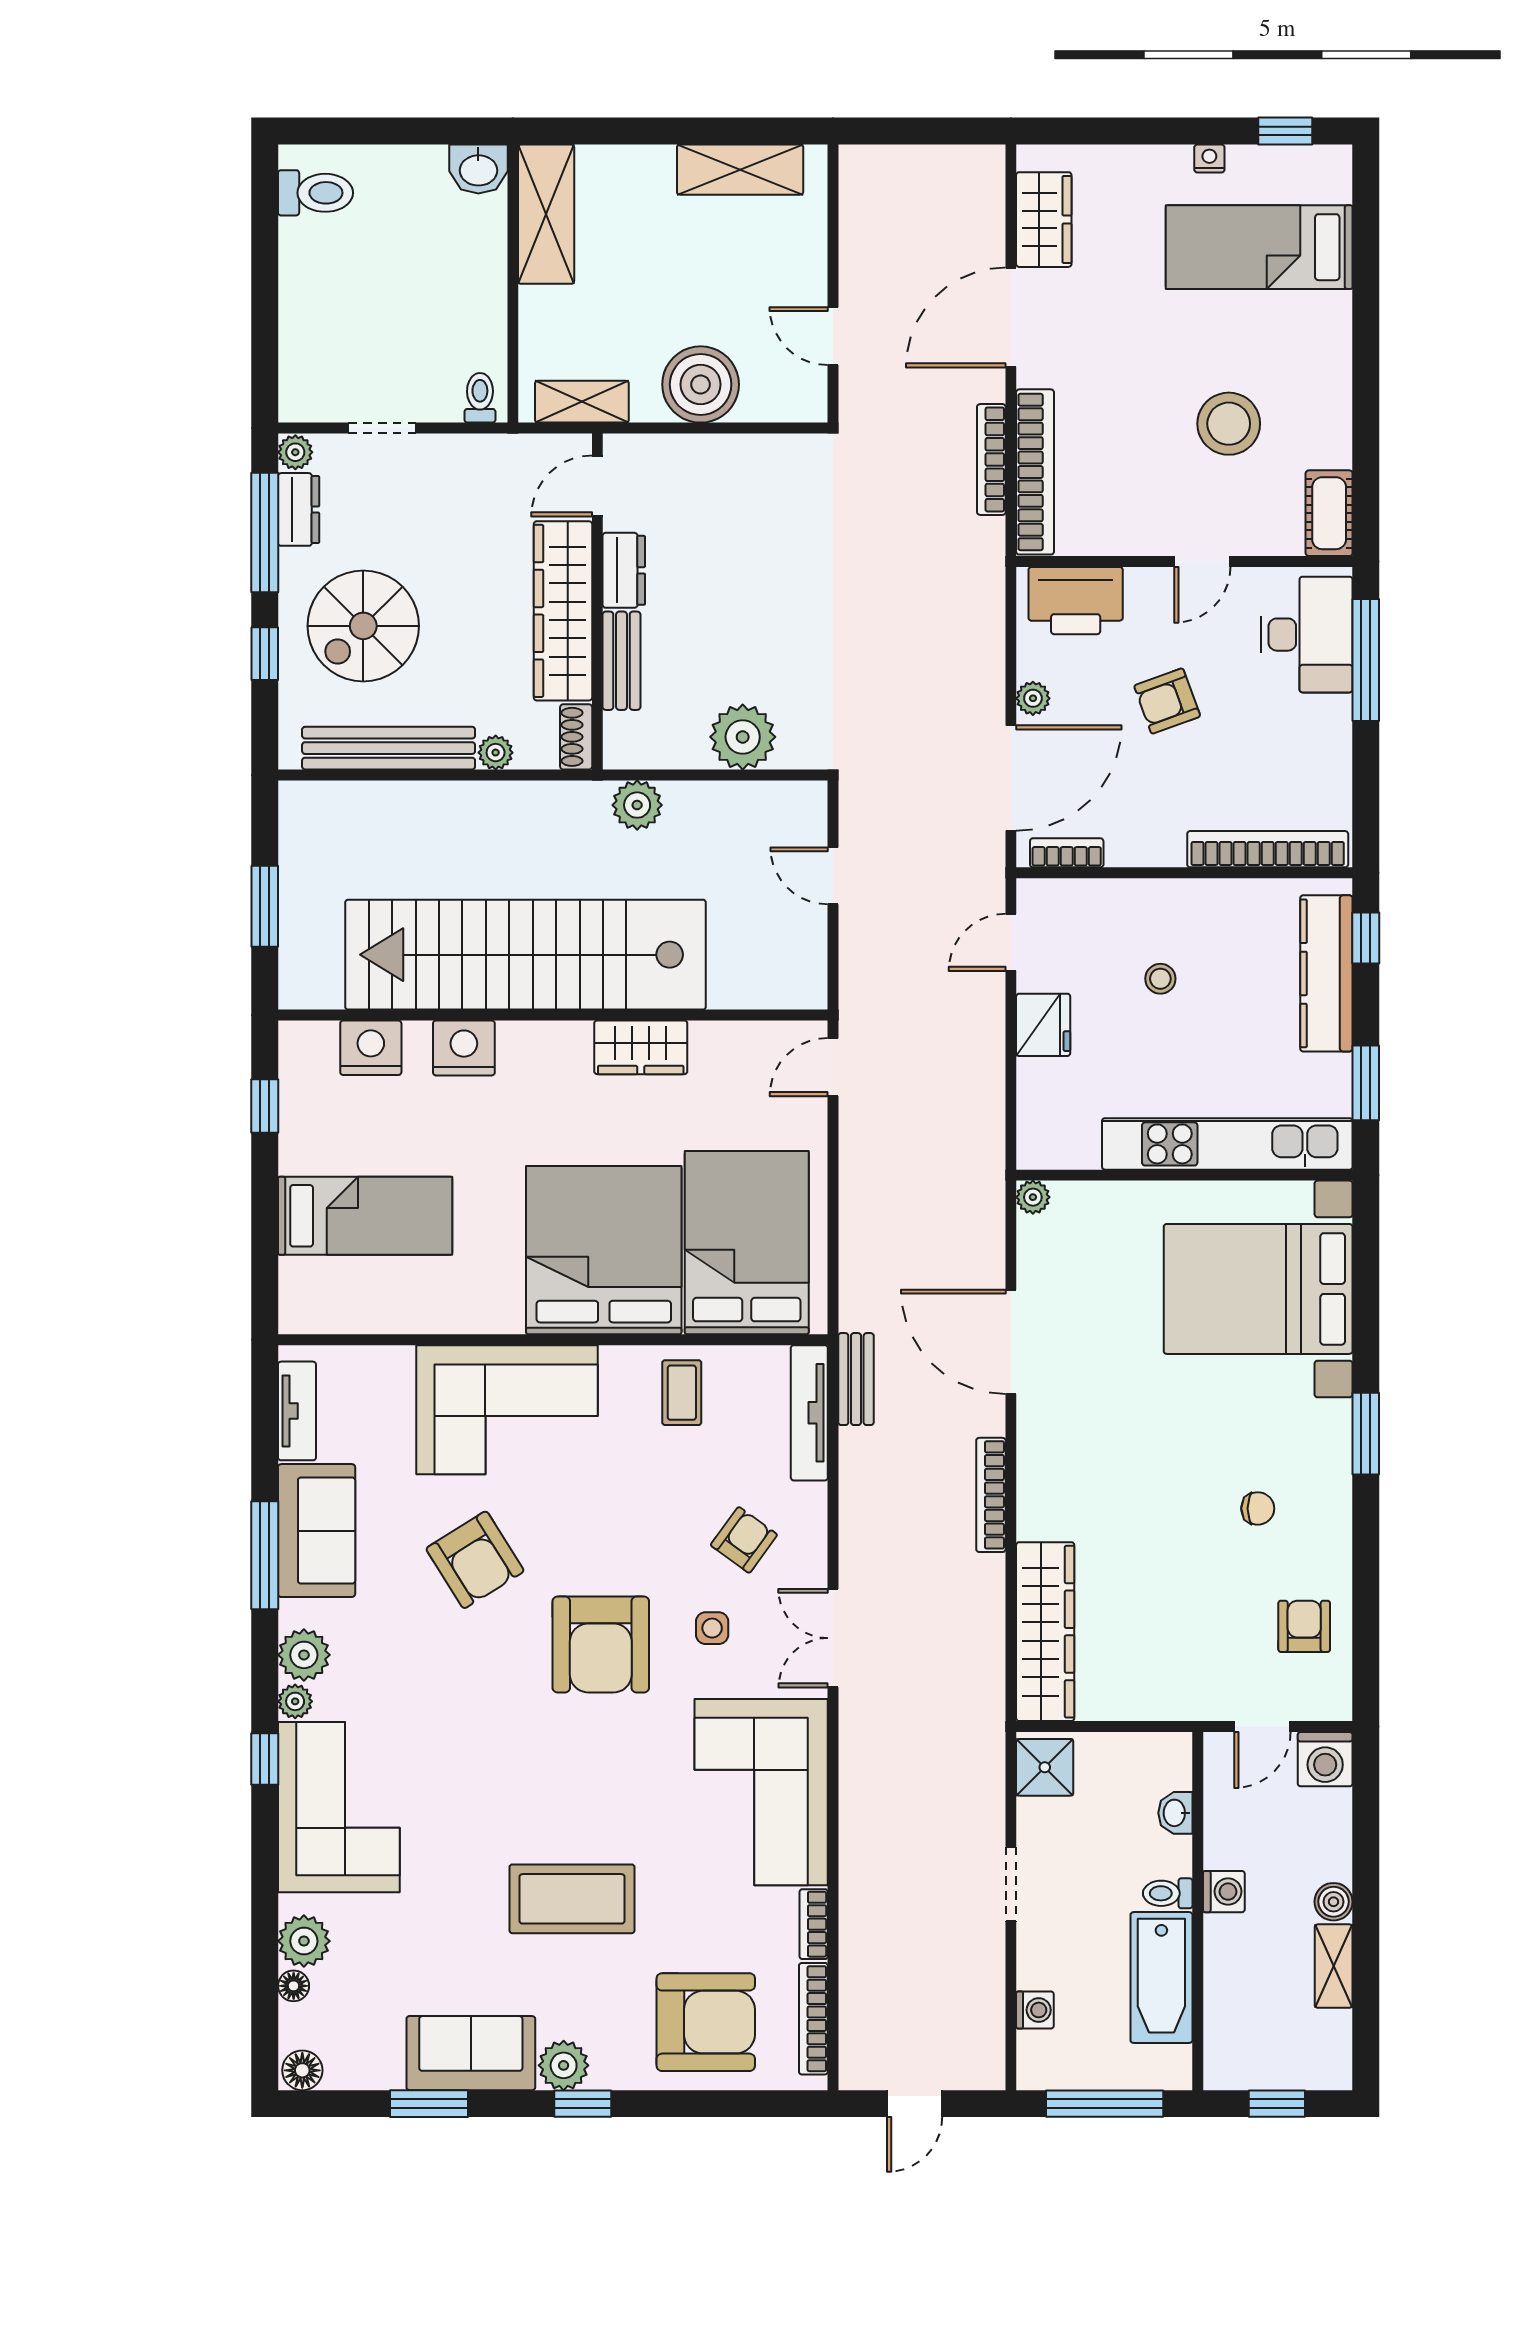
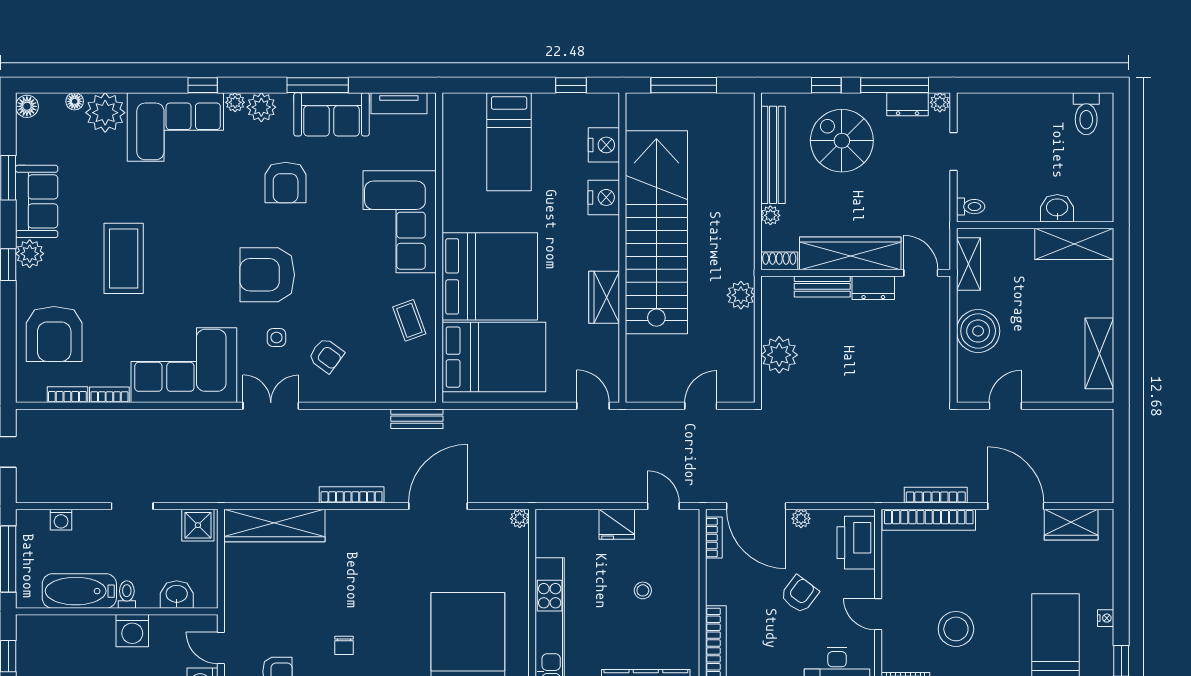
washbasin: (478, 169) -> (1057, 208), moved, turned 90
armchair: (1167, 701) -> (800, 594), turned 57
window: (265, 906) -> (684, 85), width x1.44
coffee table: (682, 1393) -> (409, 320), turned 70
tv unit: (809, 1413) -> (398, 392), removed
armchair: (475, 1560) -> (286, 183), moved, turned -58
washbasin: (1175, 1813) -> (177, 595), width x1.38, depth x1.45
washing machine: (1224, 1892) -> (132, 631), width x1.38, depth x1.38
plant: (304, 1941) -> (105, 113), width x1.36, depth x1.36
bookcase: (813, 2019) -> (67, 395), width x0.64

